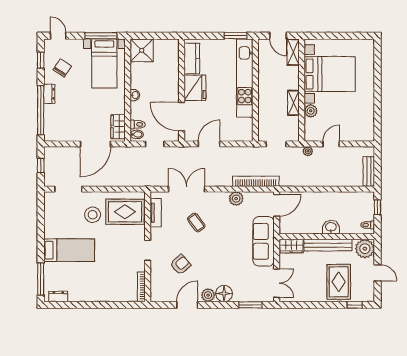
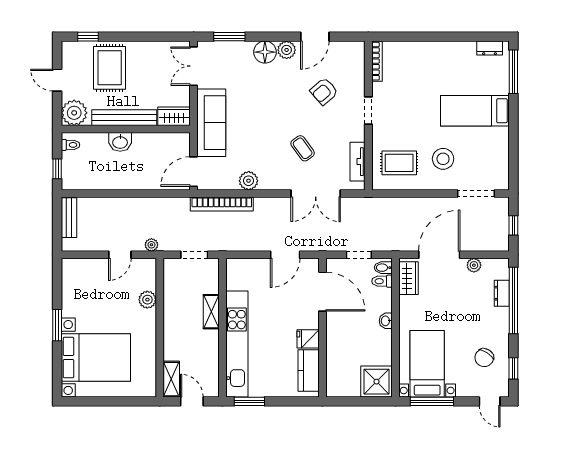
bed with nightstands: (330, 74) -> (96, 358), moved, turned 180
fridge: (195, 88) -> (308, 339), width x0.53, depth x0.75
window: (377, 92) -> (57, 325), added
dresser: (49, 94) -> (502, 293), moved
shelving: (293, 103) -> (211, 312), moved
plant: (70, 136) -> (474, 265), added
rug: (125, 212) -> (399, 163), width x0.73, depth x0.70

